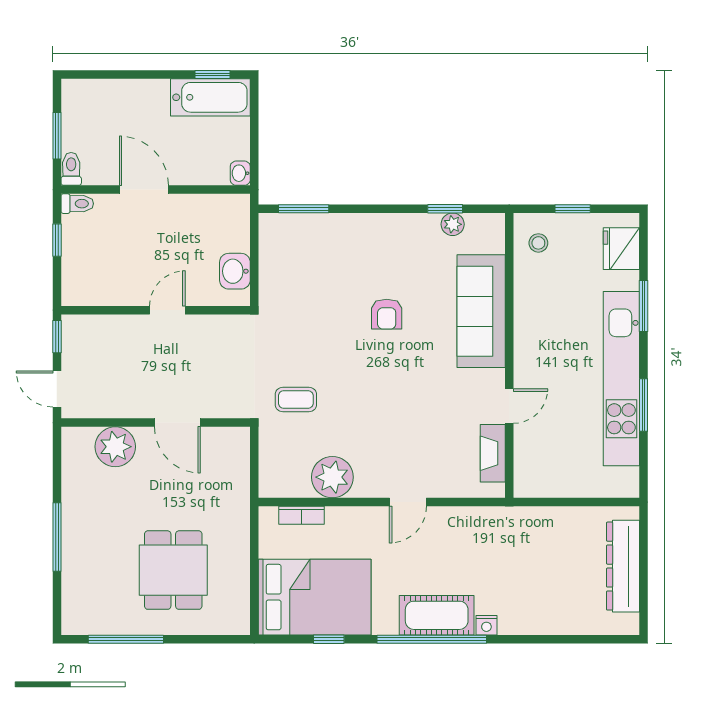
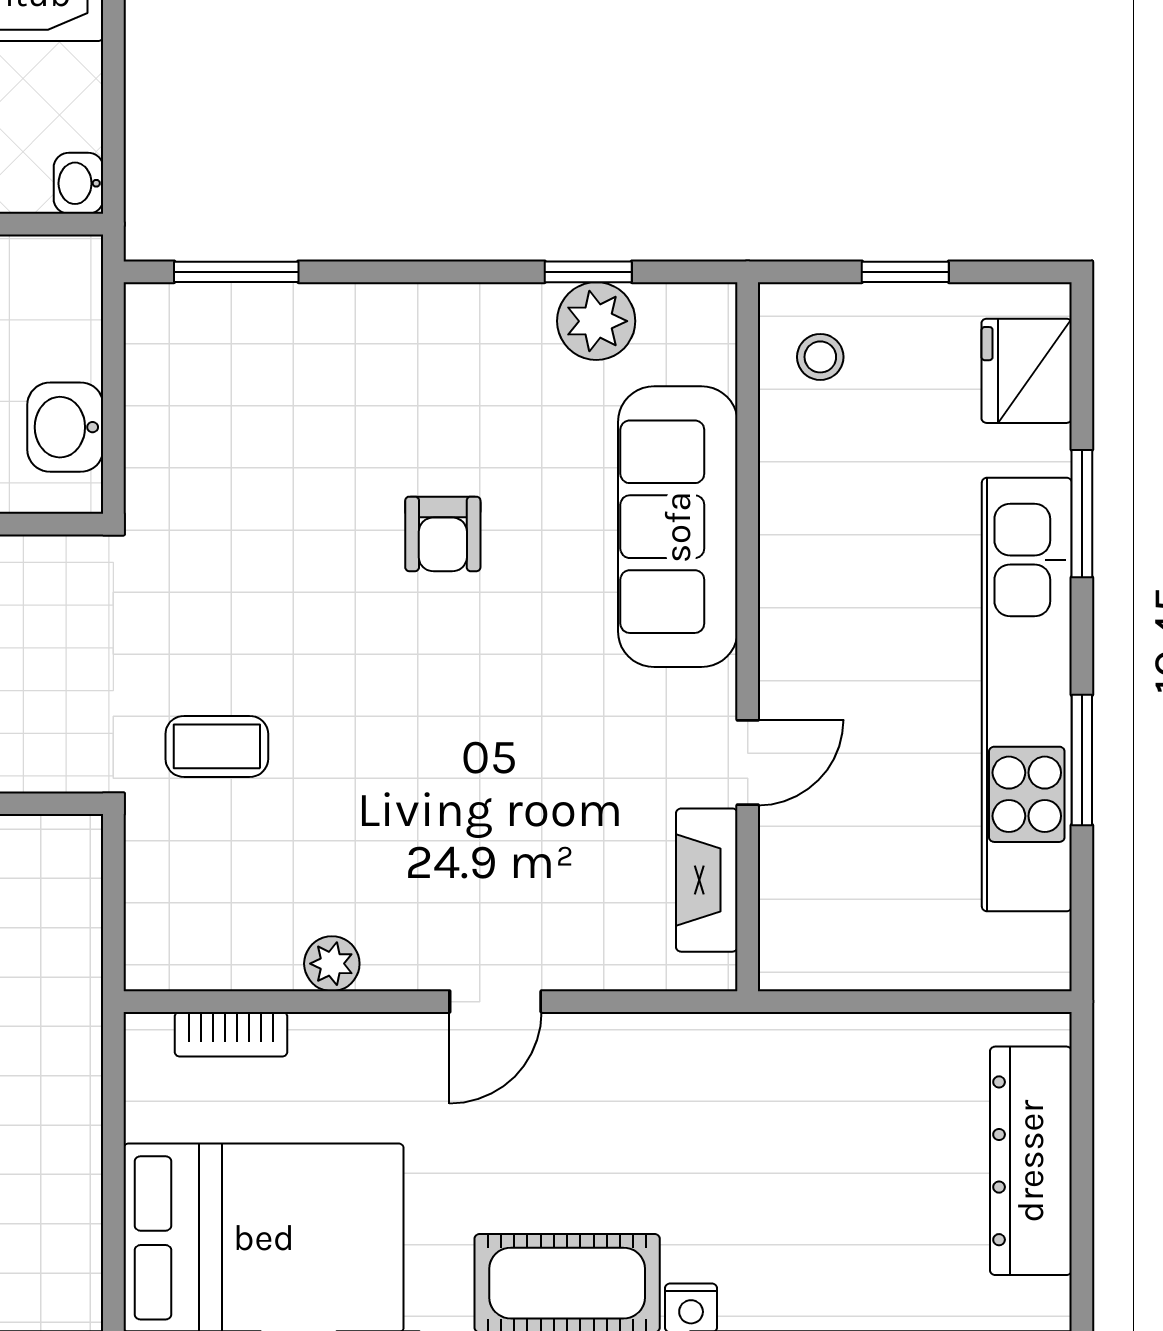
plant: (453, 224) -> (596, 321), width x1.38, depth x1.38
plant: (332, 477) -> (332, 964), width x0.53, depth x0.53

